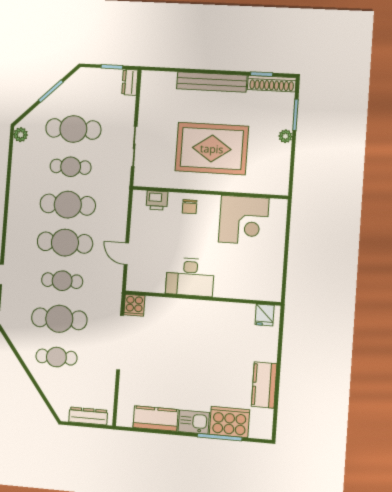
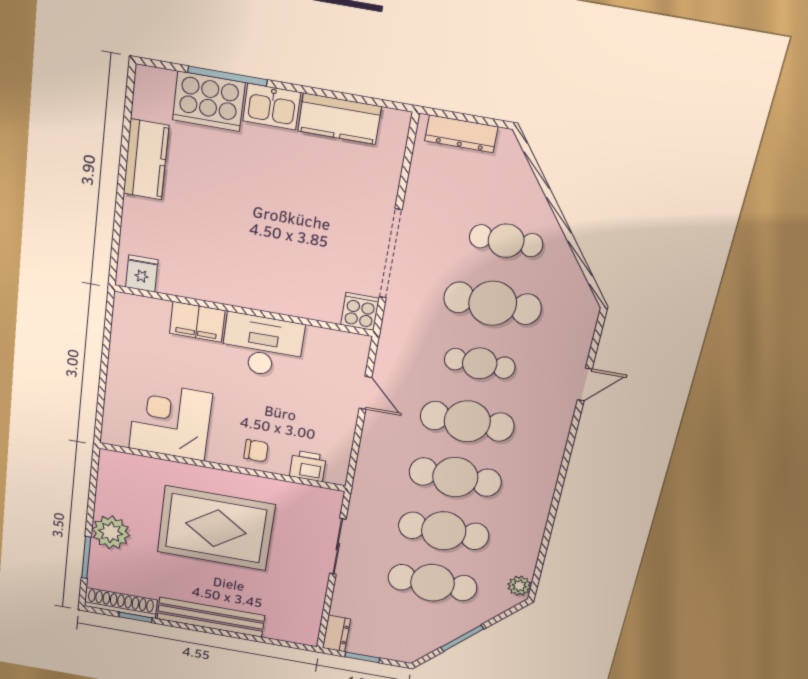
plant: (285, 136) -> (111, 532), width x1.88, depth x1.88
cafe table: (71, 167) -> (444, 531), width x1.37, depth x1.35
chair: (190, 207) -> (256, 451), turned 90
filing cabinet: (230, 288) -> (197, 322), added

